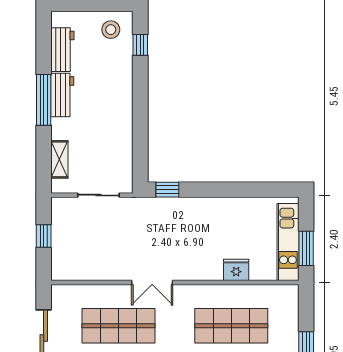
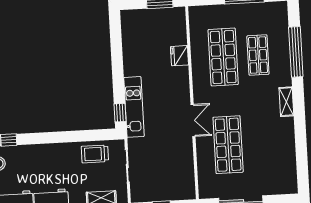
trolley: (116, 154) -> (95, 154), added
kitchen unit: (288, 242) -> (134, 107), moved, turned -90

